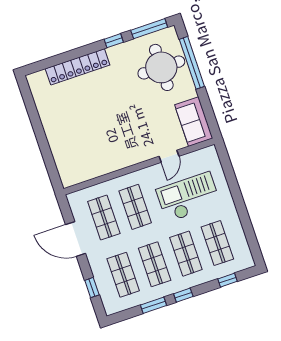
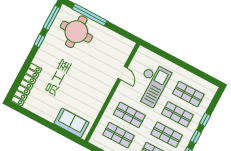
locker: (78, 67) -> (26, 85), moved
sofa: (194, 122) -> (71, 123), moved, turned 180
checkout: (188, 197) -> (152, 85), turned 180
window: (228, 280) -> (205, 119), moved

